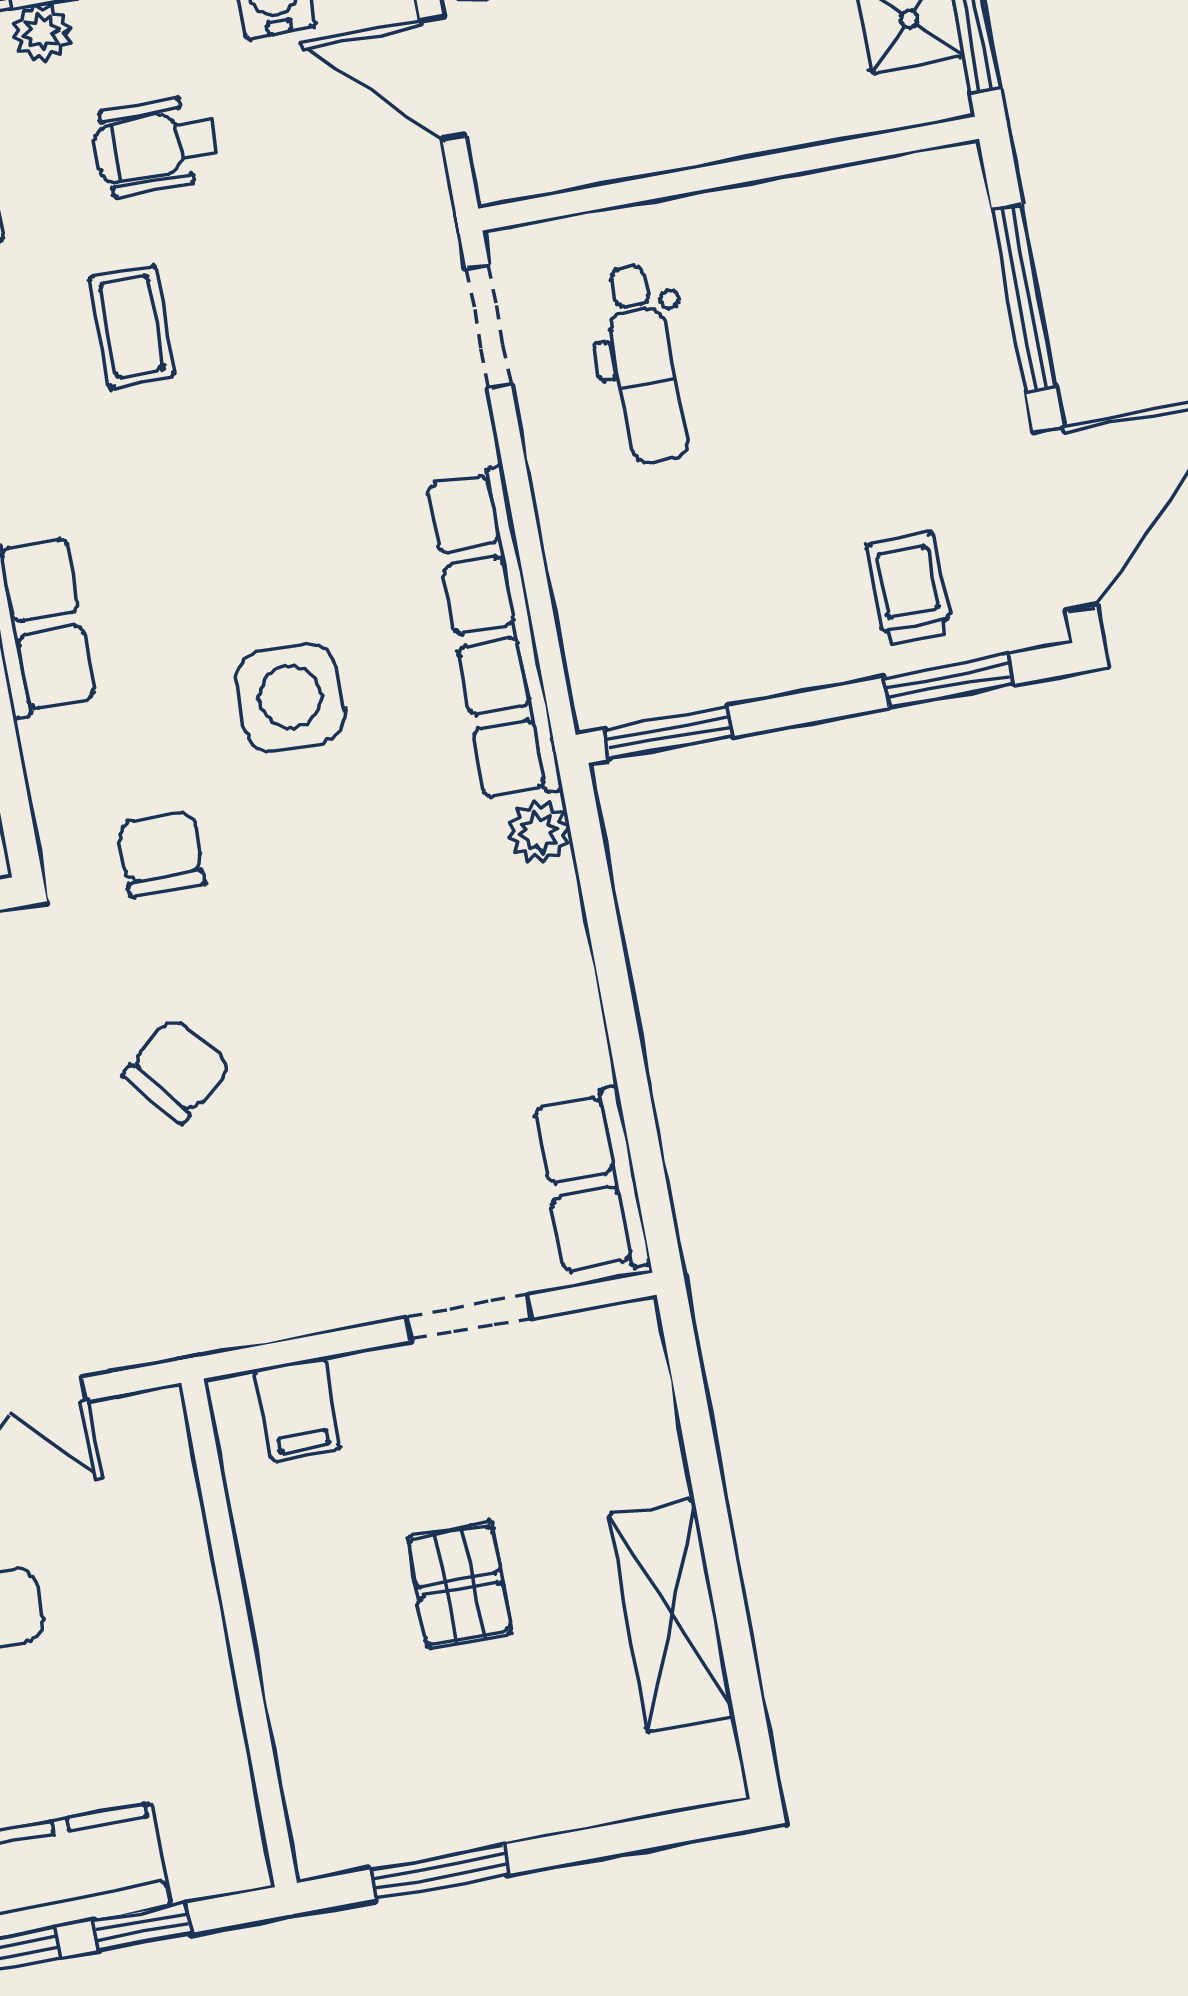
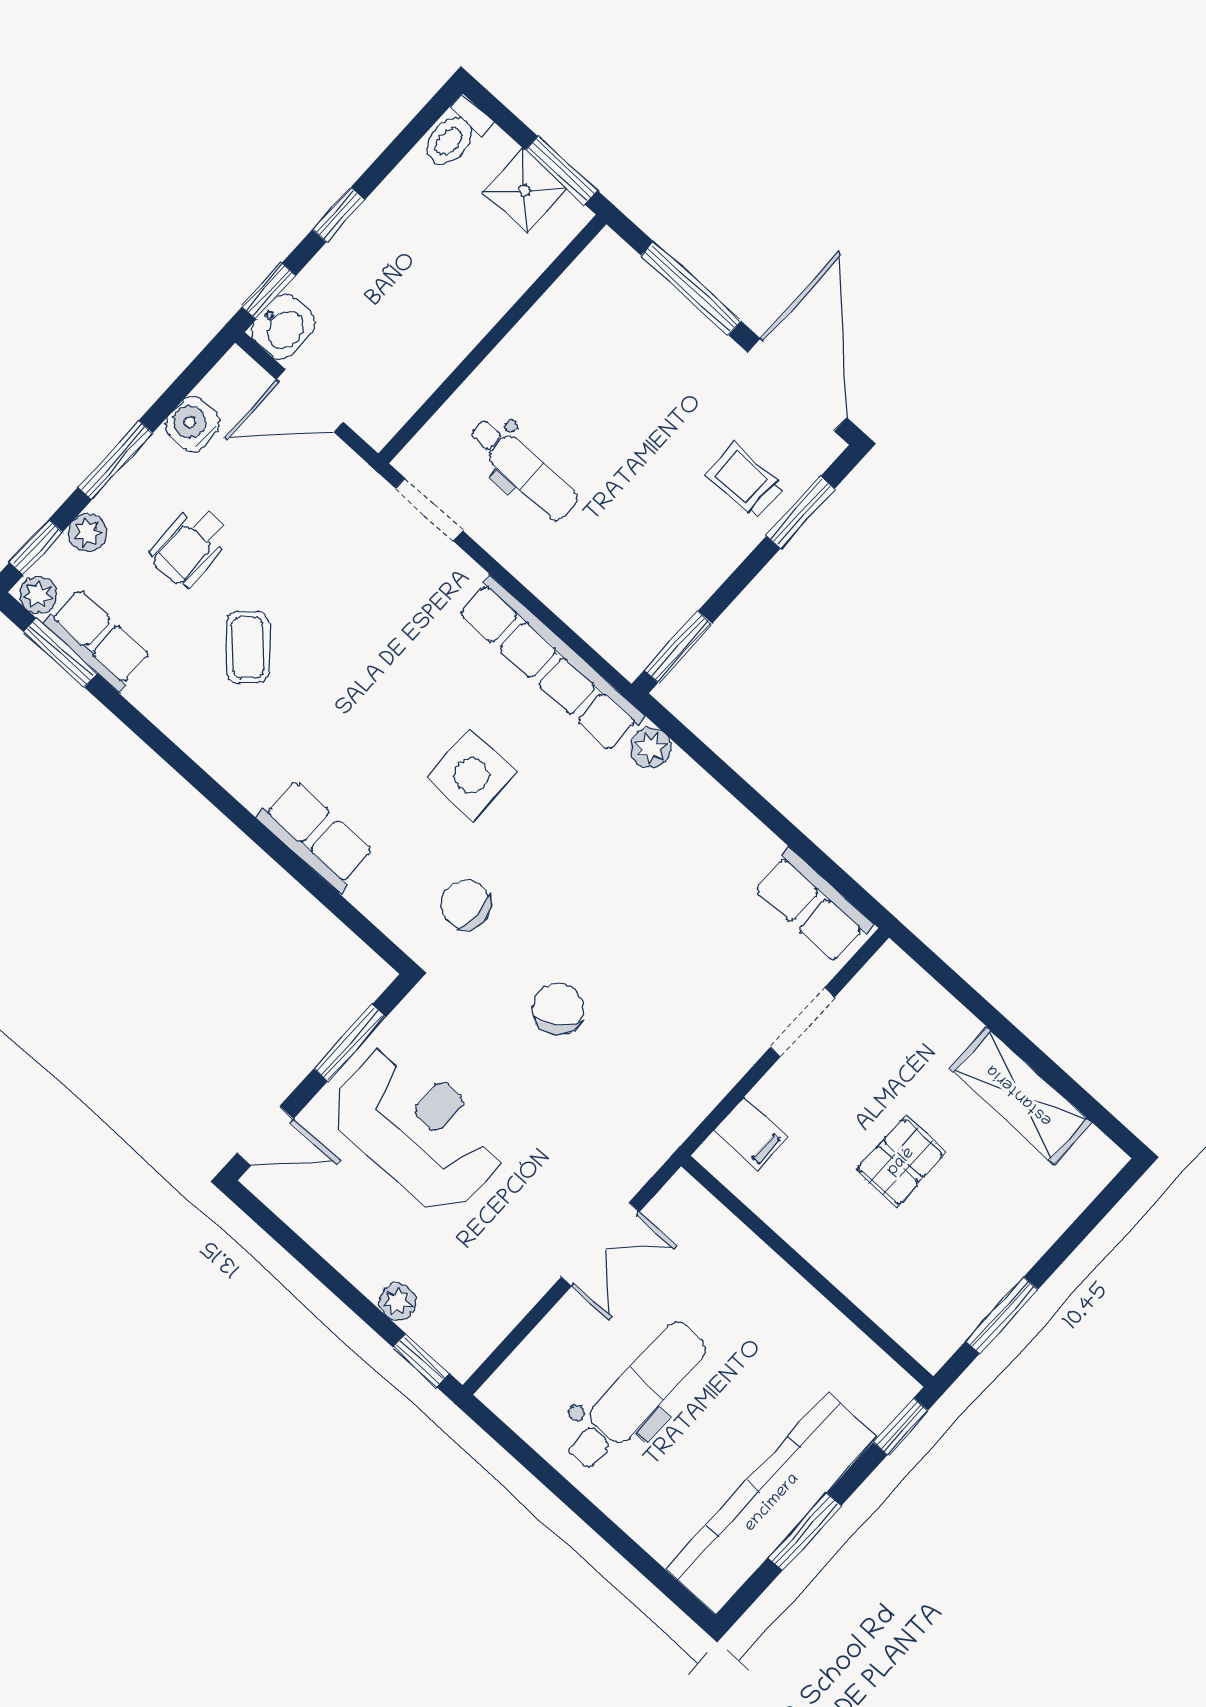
coffee table: (132, 327) -> (248, 647), turned 47
pallet: (459, 1585) -> (901, 1162), turned 90
window: (142, 1927) -> (901, 1426), moved

